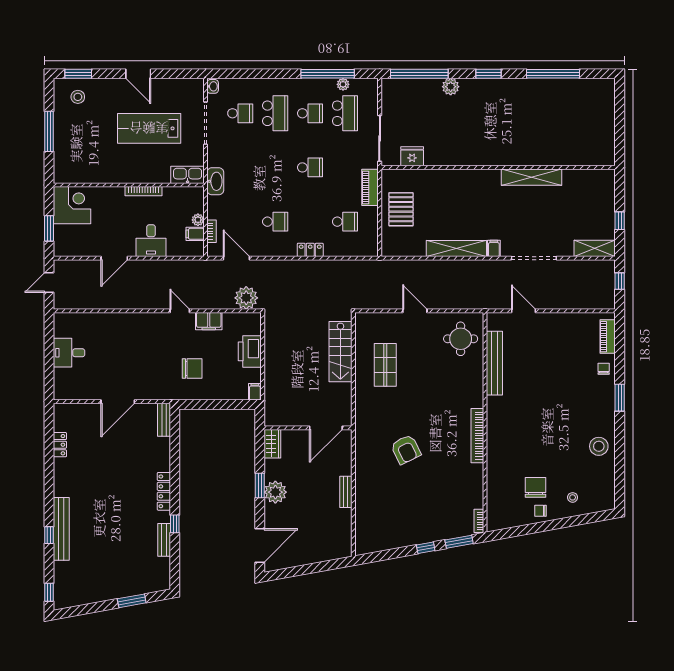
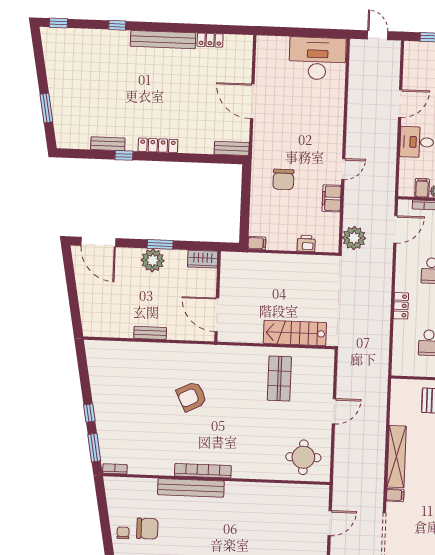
door: (114, 258) -> (400, 104), swing flipped
printer: (250, 351) -> (306, 244), width x0.53, depth x0.68
desk: (69, 353) -> (317, 58), width x1.87, depth x1.30
bench: (494, 363) -> (191, 488), moved
shop shelf: (385, 365) -> (279, 379), turned 90
bench: (61, 529) -> (163, 40), moved

